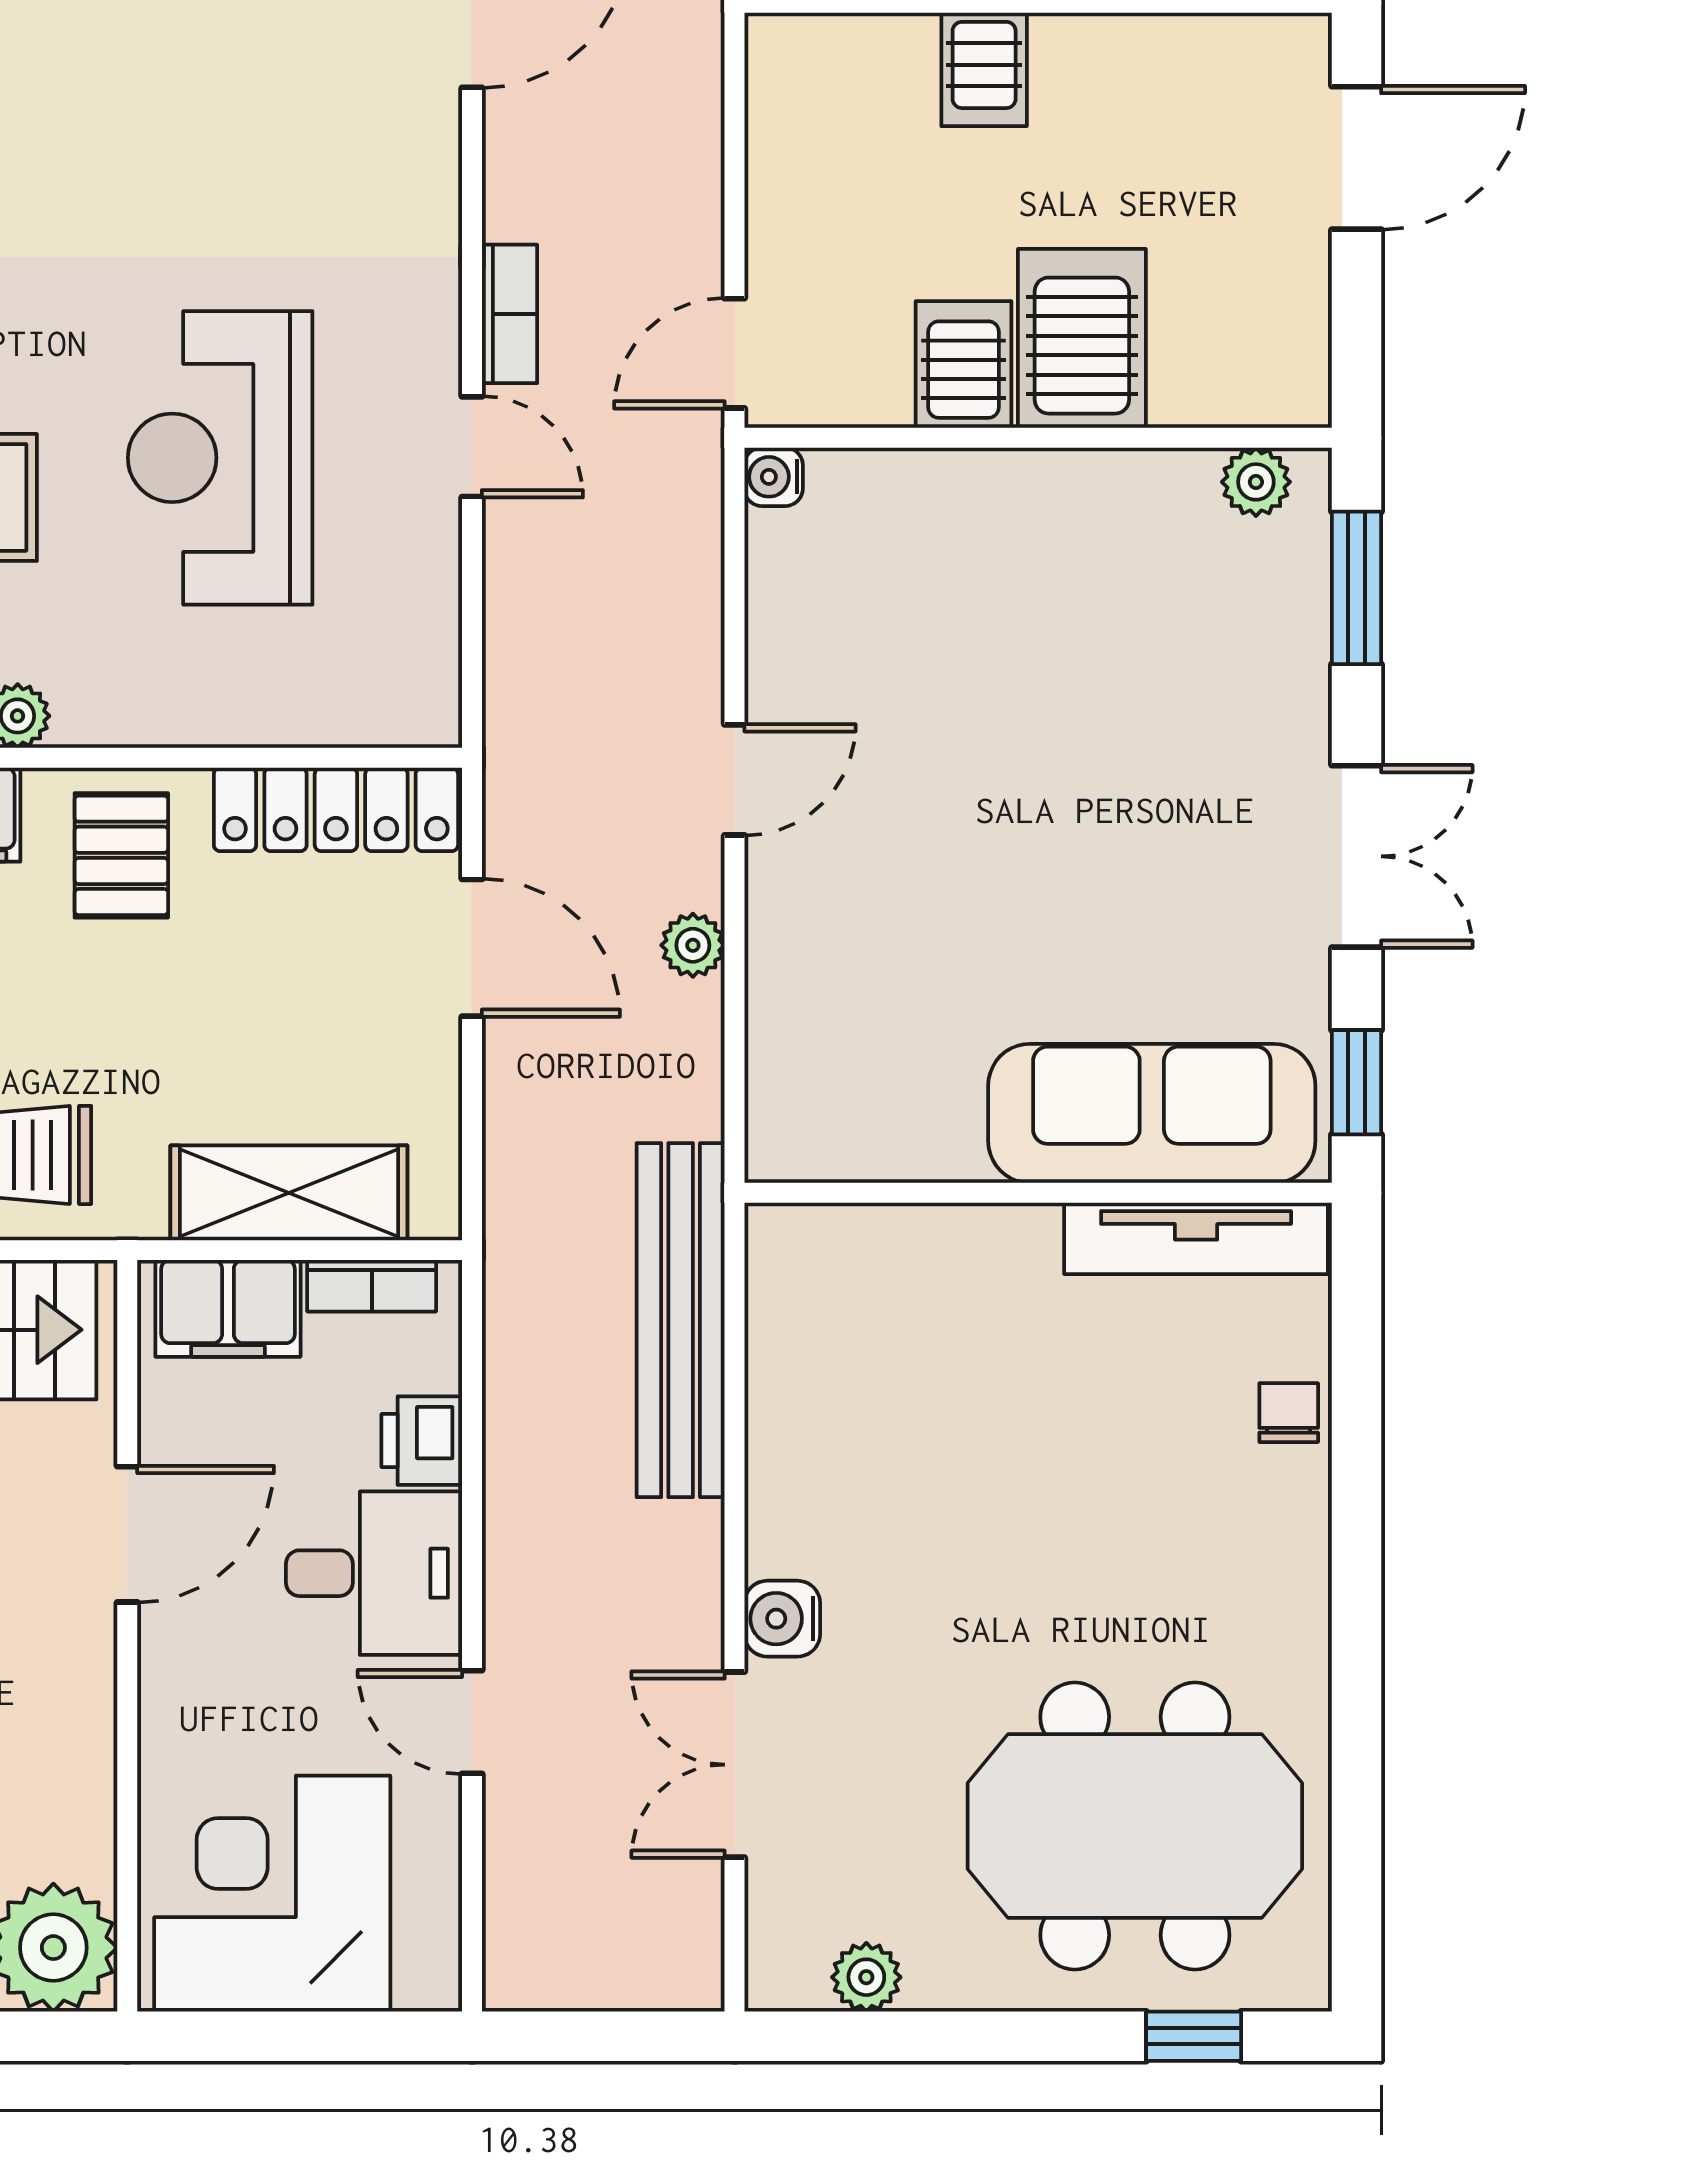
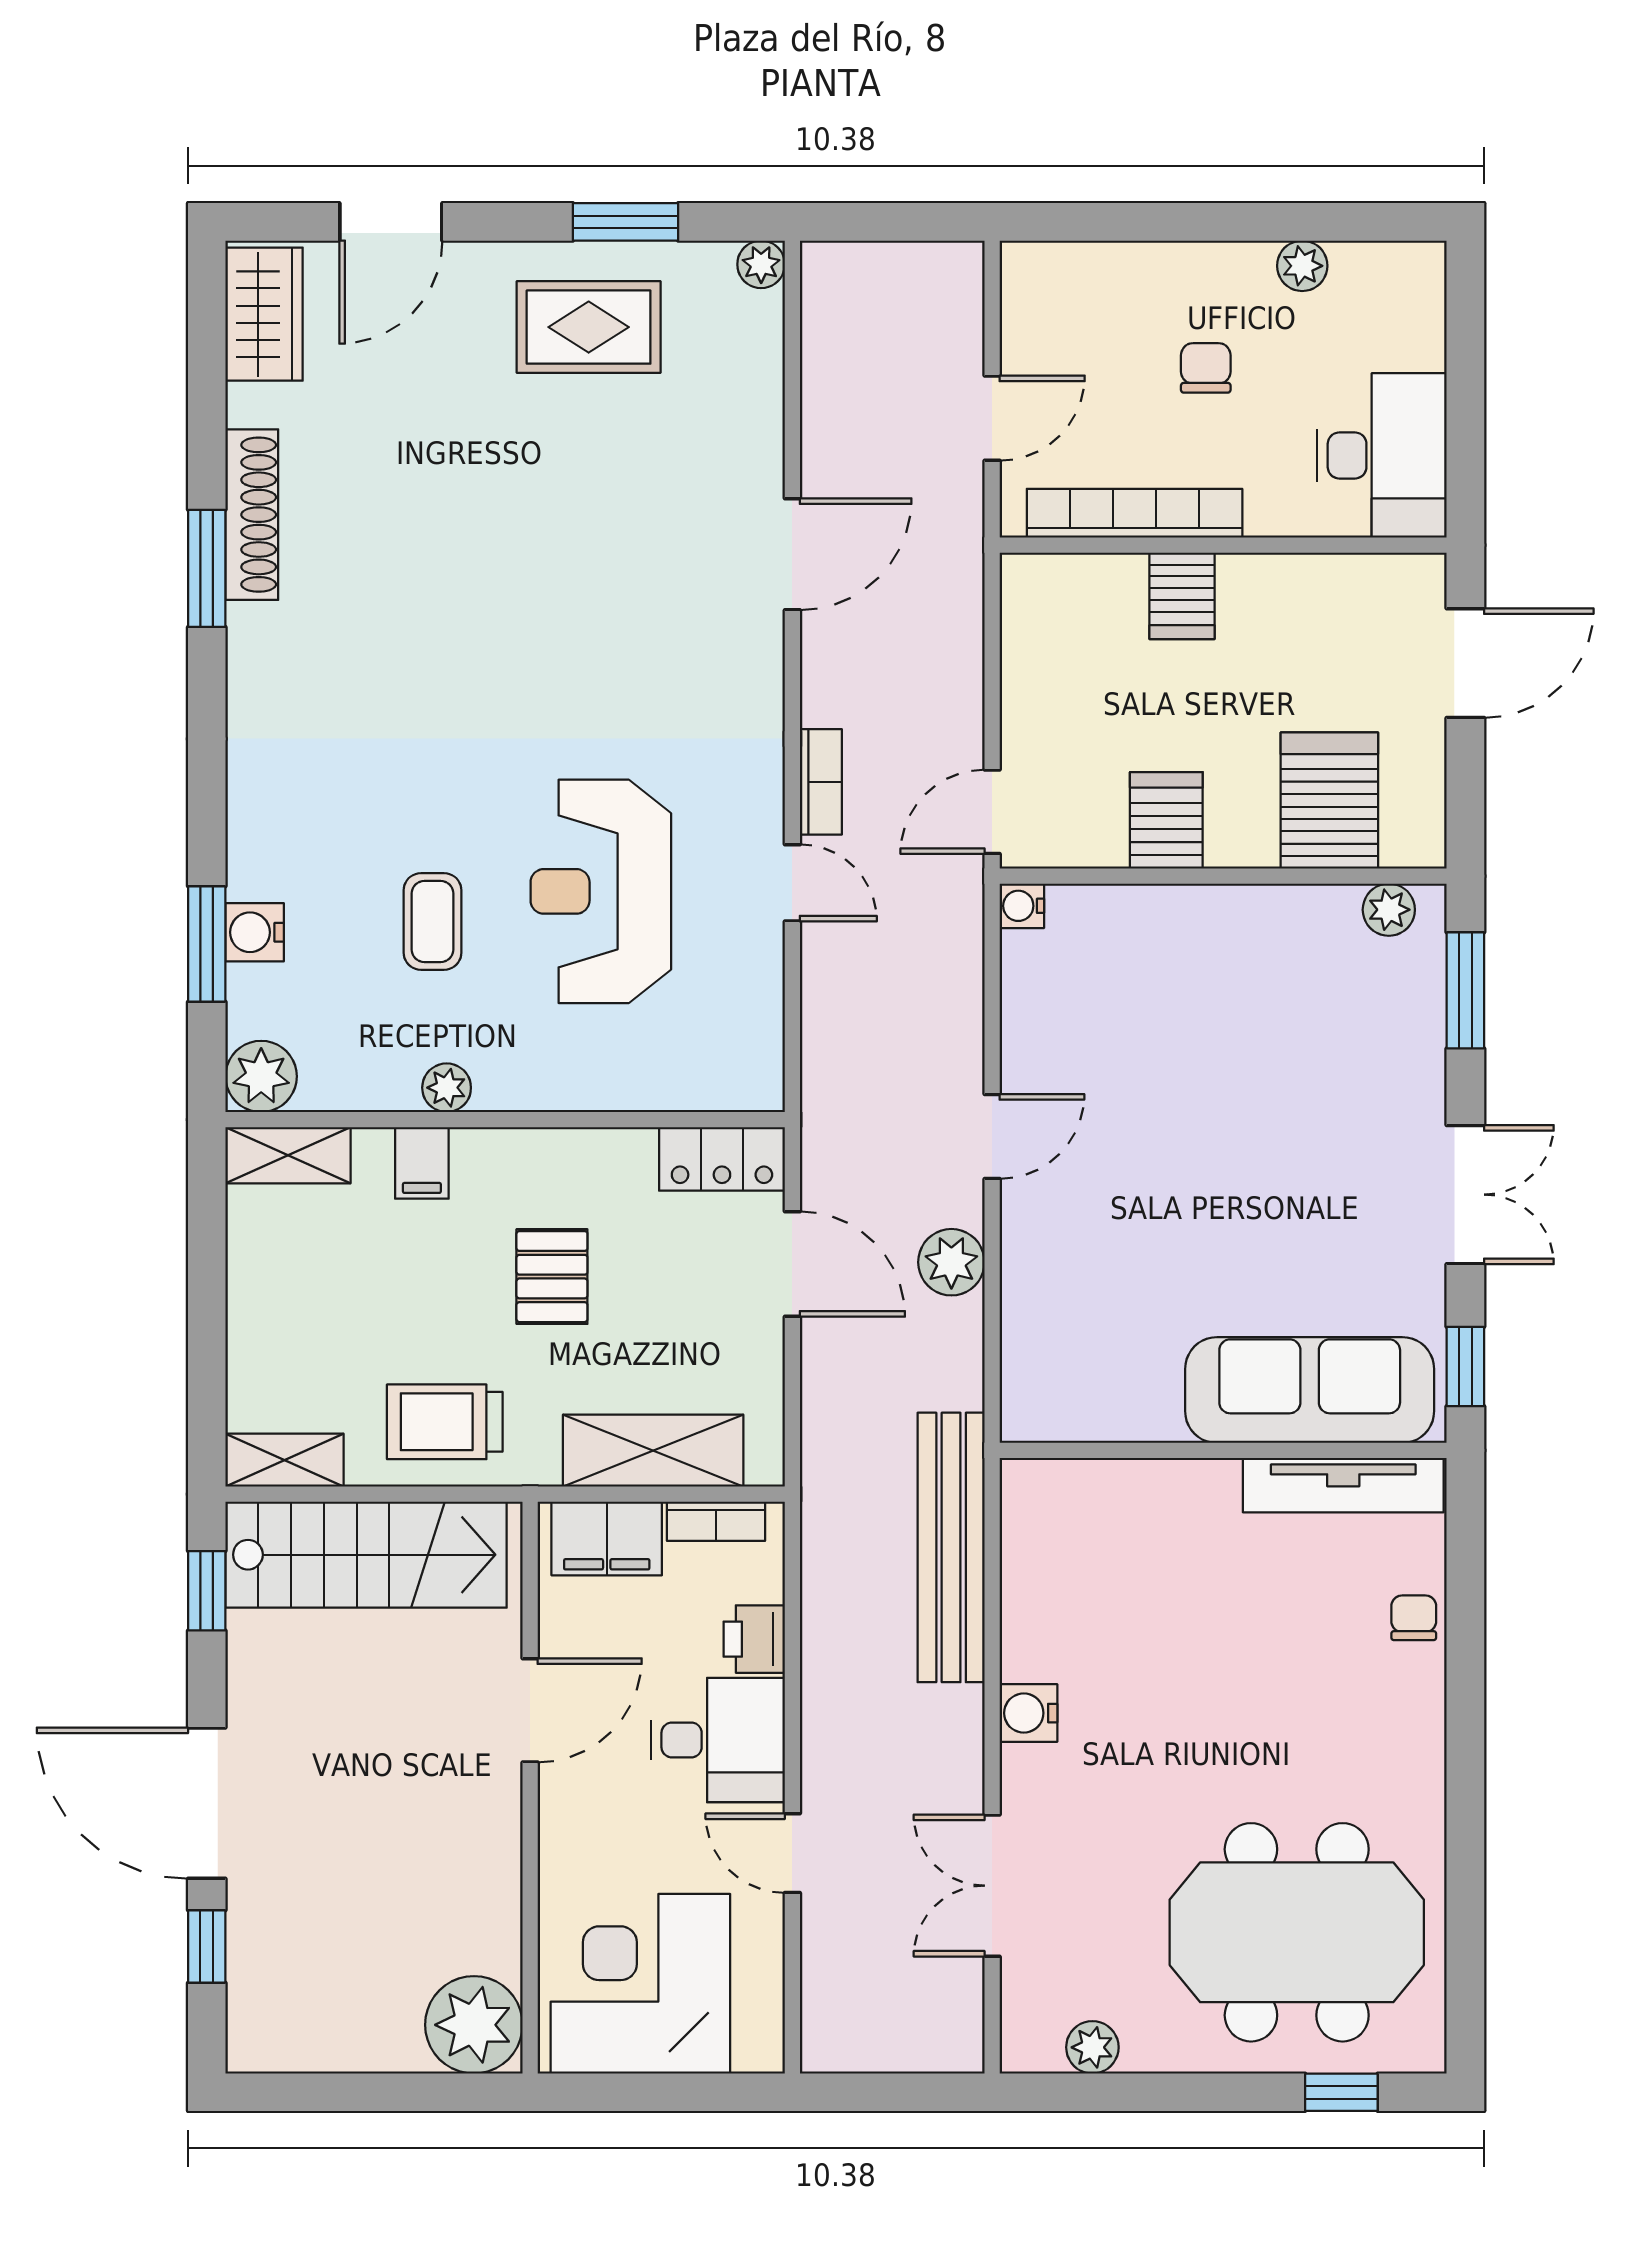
server rack: (1082, 338) -> (1329, 801), moved
locker: (336, 809) -> (722, 1159), width x0.66
pallet: (121, 855) -> (552, 1277), moved
plant: (693, 945) -> (951, 1262), width x1.38, depth x1.38
water cooler: (782, 1619) -> (1028, 1713), moved

